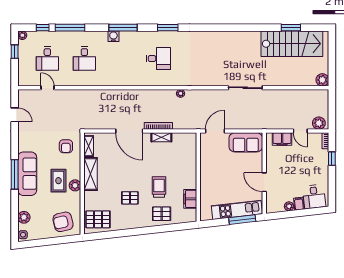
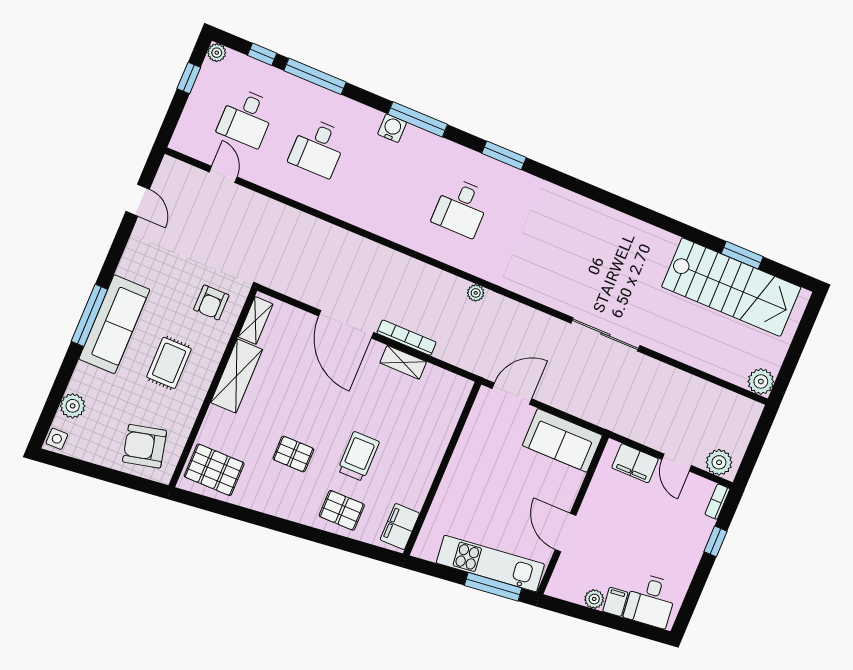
desk: (158, 59) -> (461, 208), turned 90
plant: (75, 185) -> (197, 385), removed
filing cabinet: (190, 199) -> (400, 527), moved

